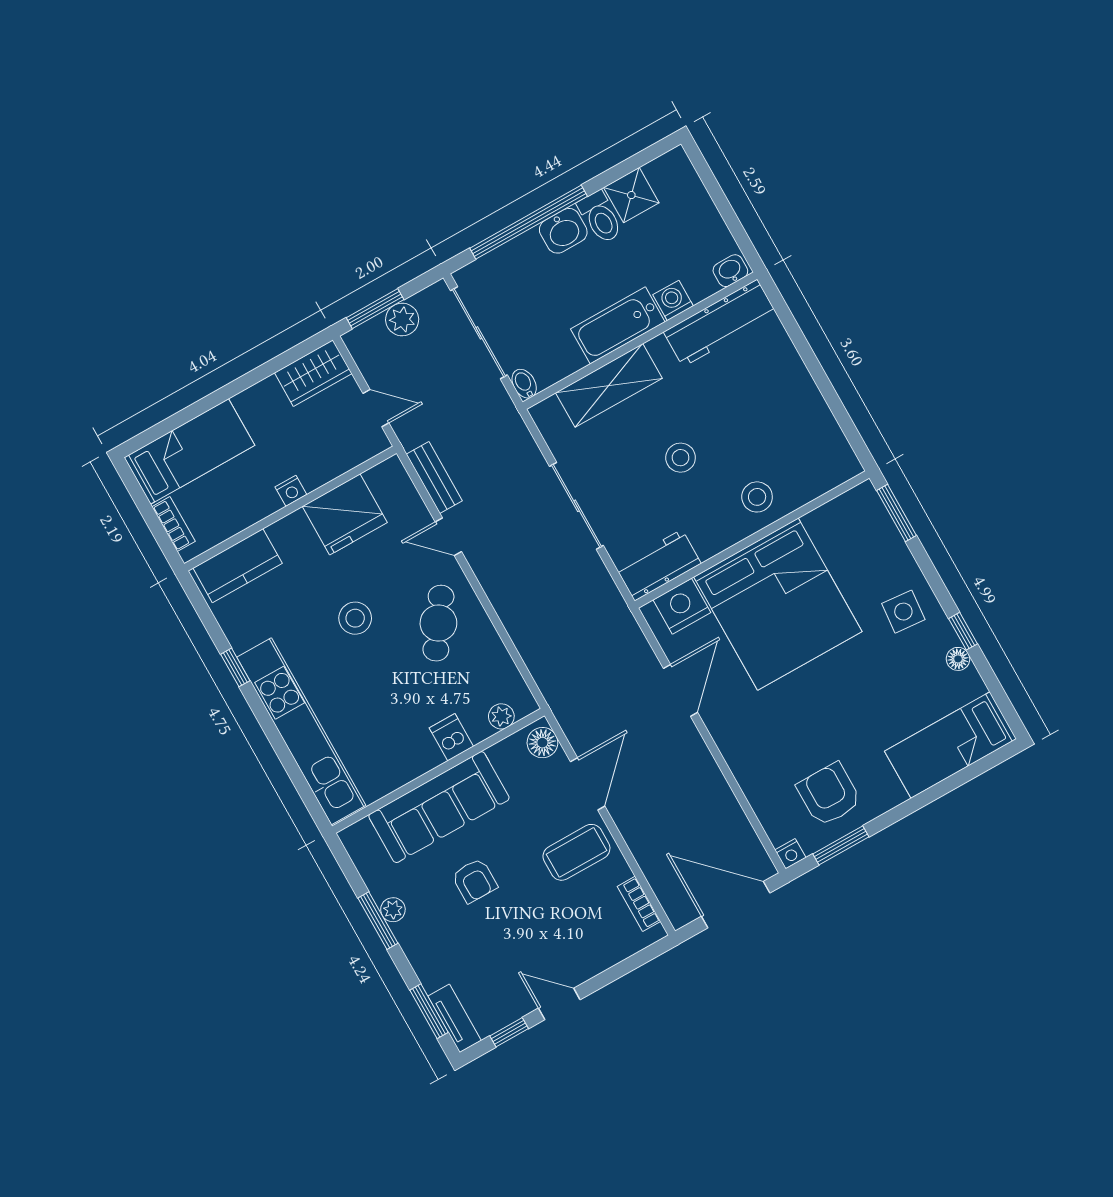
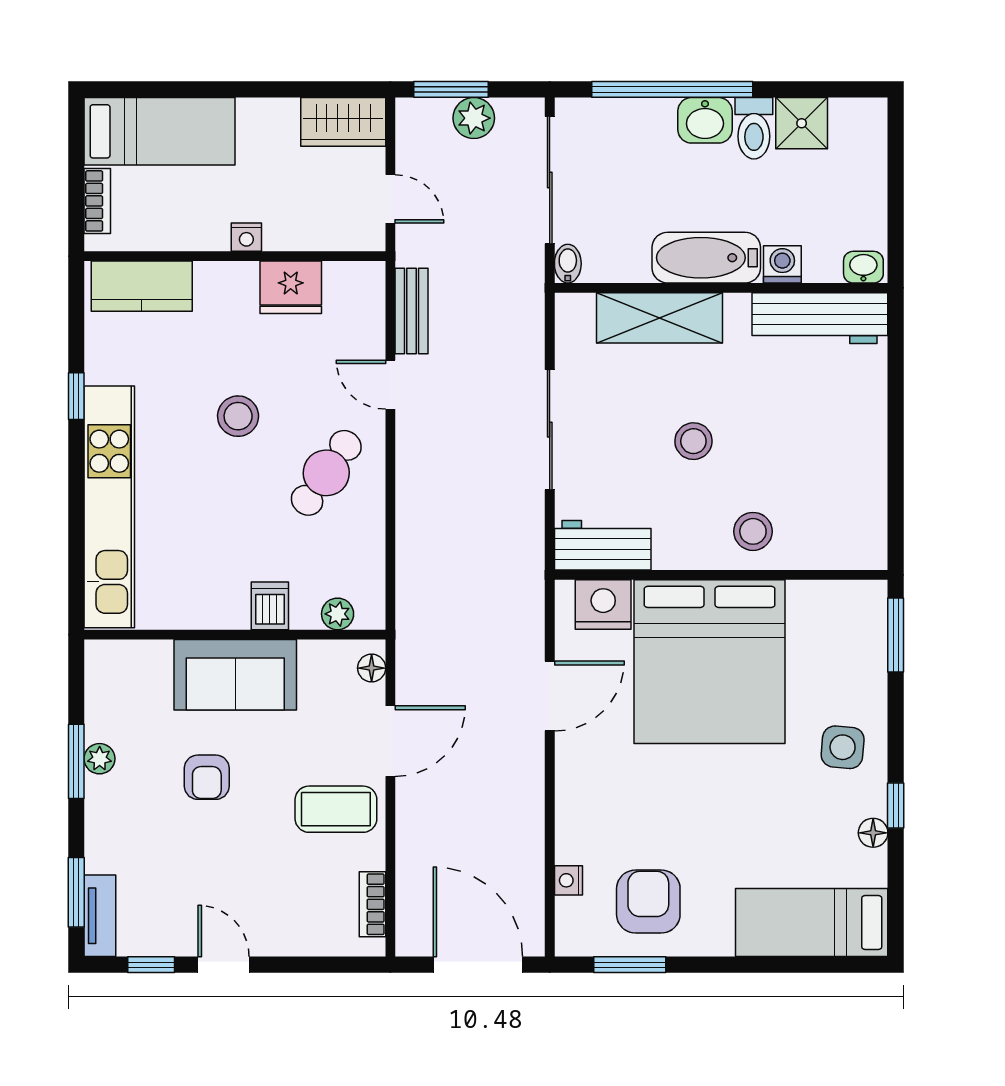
fridge: (345, 514) -> (291, 287), width x0.73, depth x0.75
floor lamp: (542, 743) -> (372, 668), width x0.73, depth x0.73
sofa: (439, 807) -> (235, 675), width x0.73
nightstand: (790, 854) -> (569, 880), moved, turned 90

